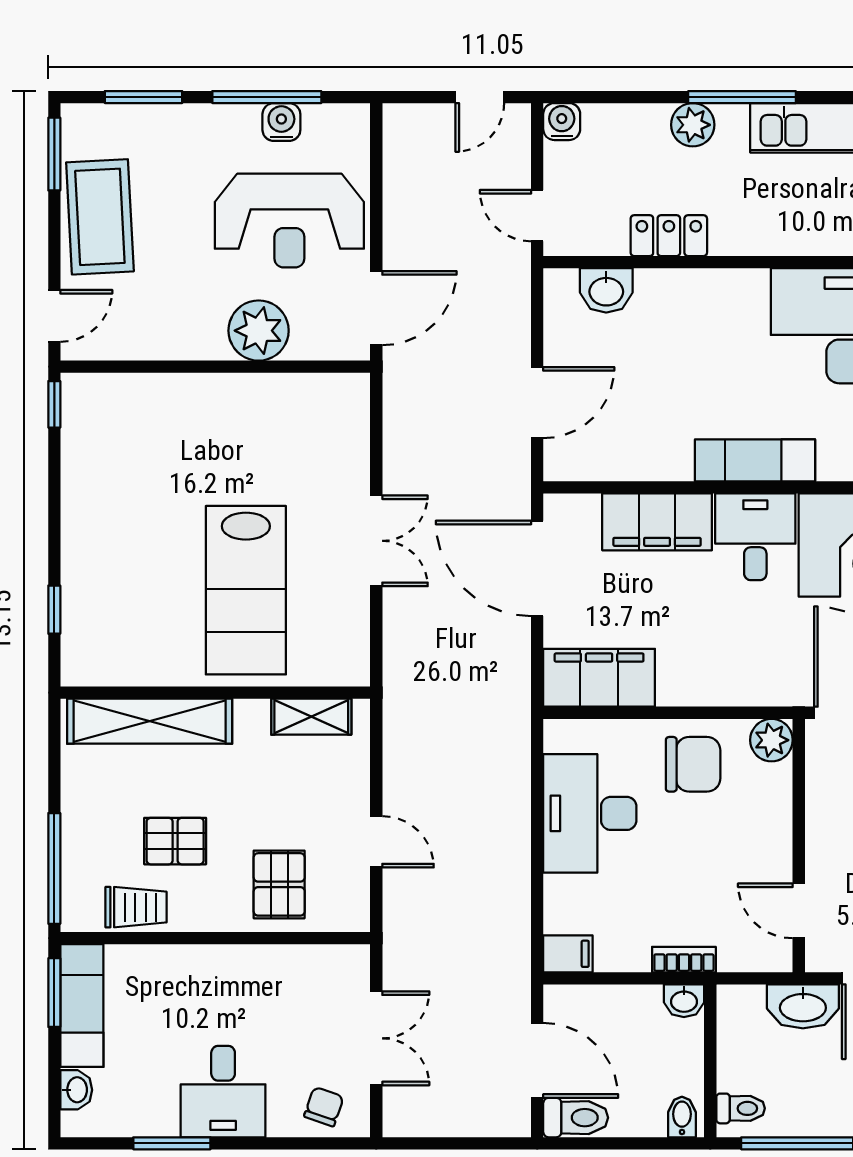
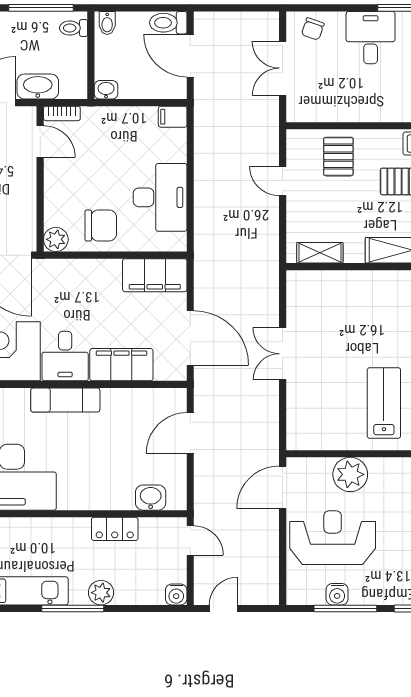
lab bench: (246, 590) -> (384, 403), moved, width x0.73, depth x0.72
chair: (693, 764) -> (101, 225), turned 180
bookcase: (684, 960) -> (62, 113), moved

